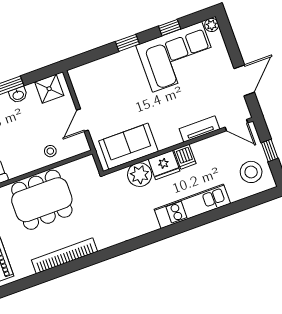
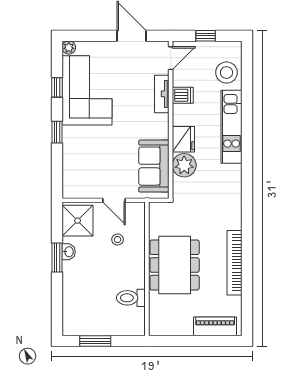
shower: (49, 89) -> (78, 221), width x1.36, depth x1.36
stool: (50, 151) -> (118, 239), moved
dishwasher: (185, 157) -> (183, 95), moved
stool: (251, 172) -> (226, 73), moved

